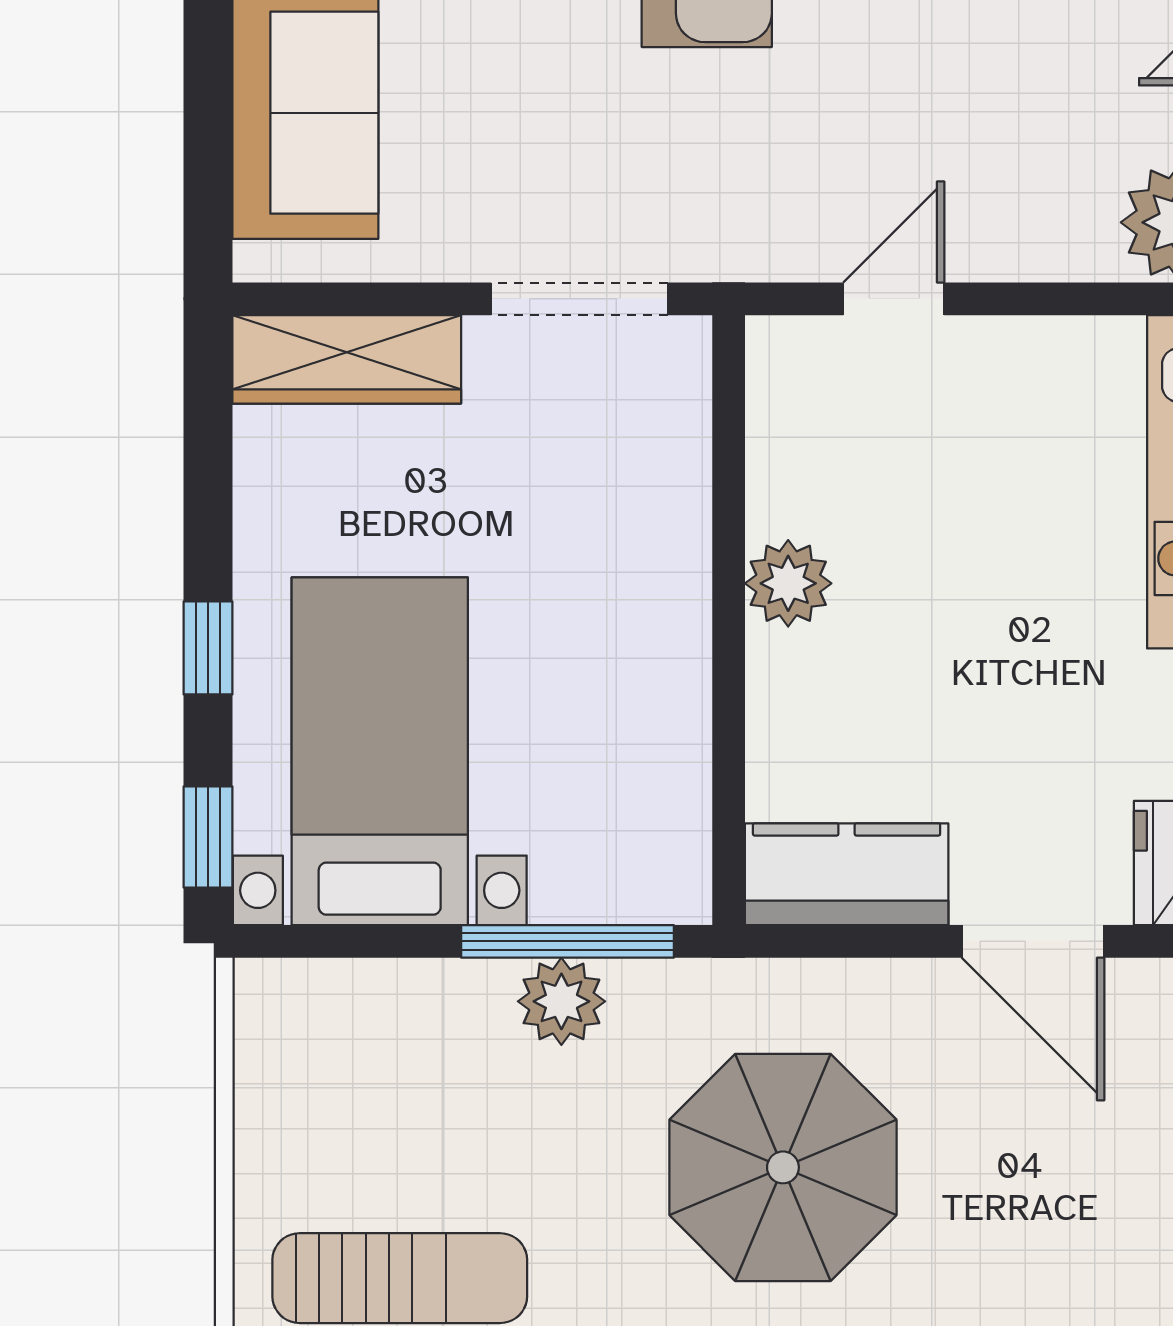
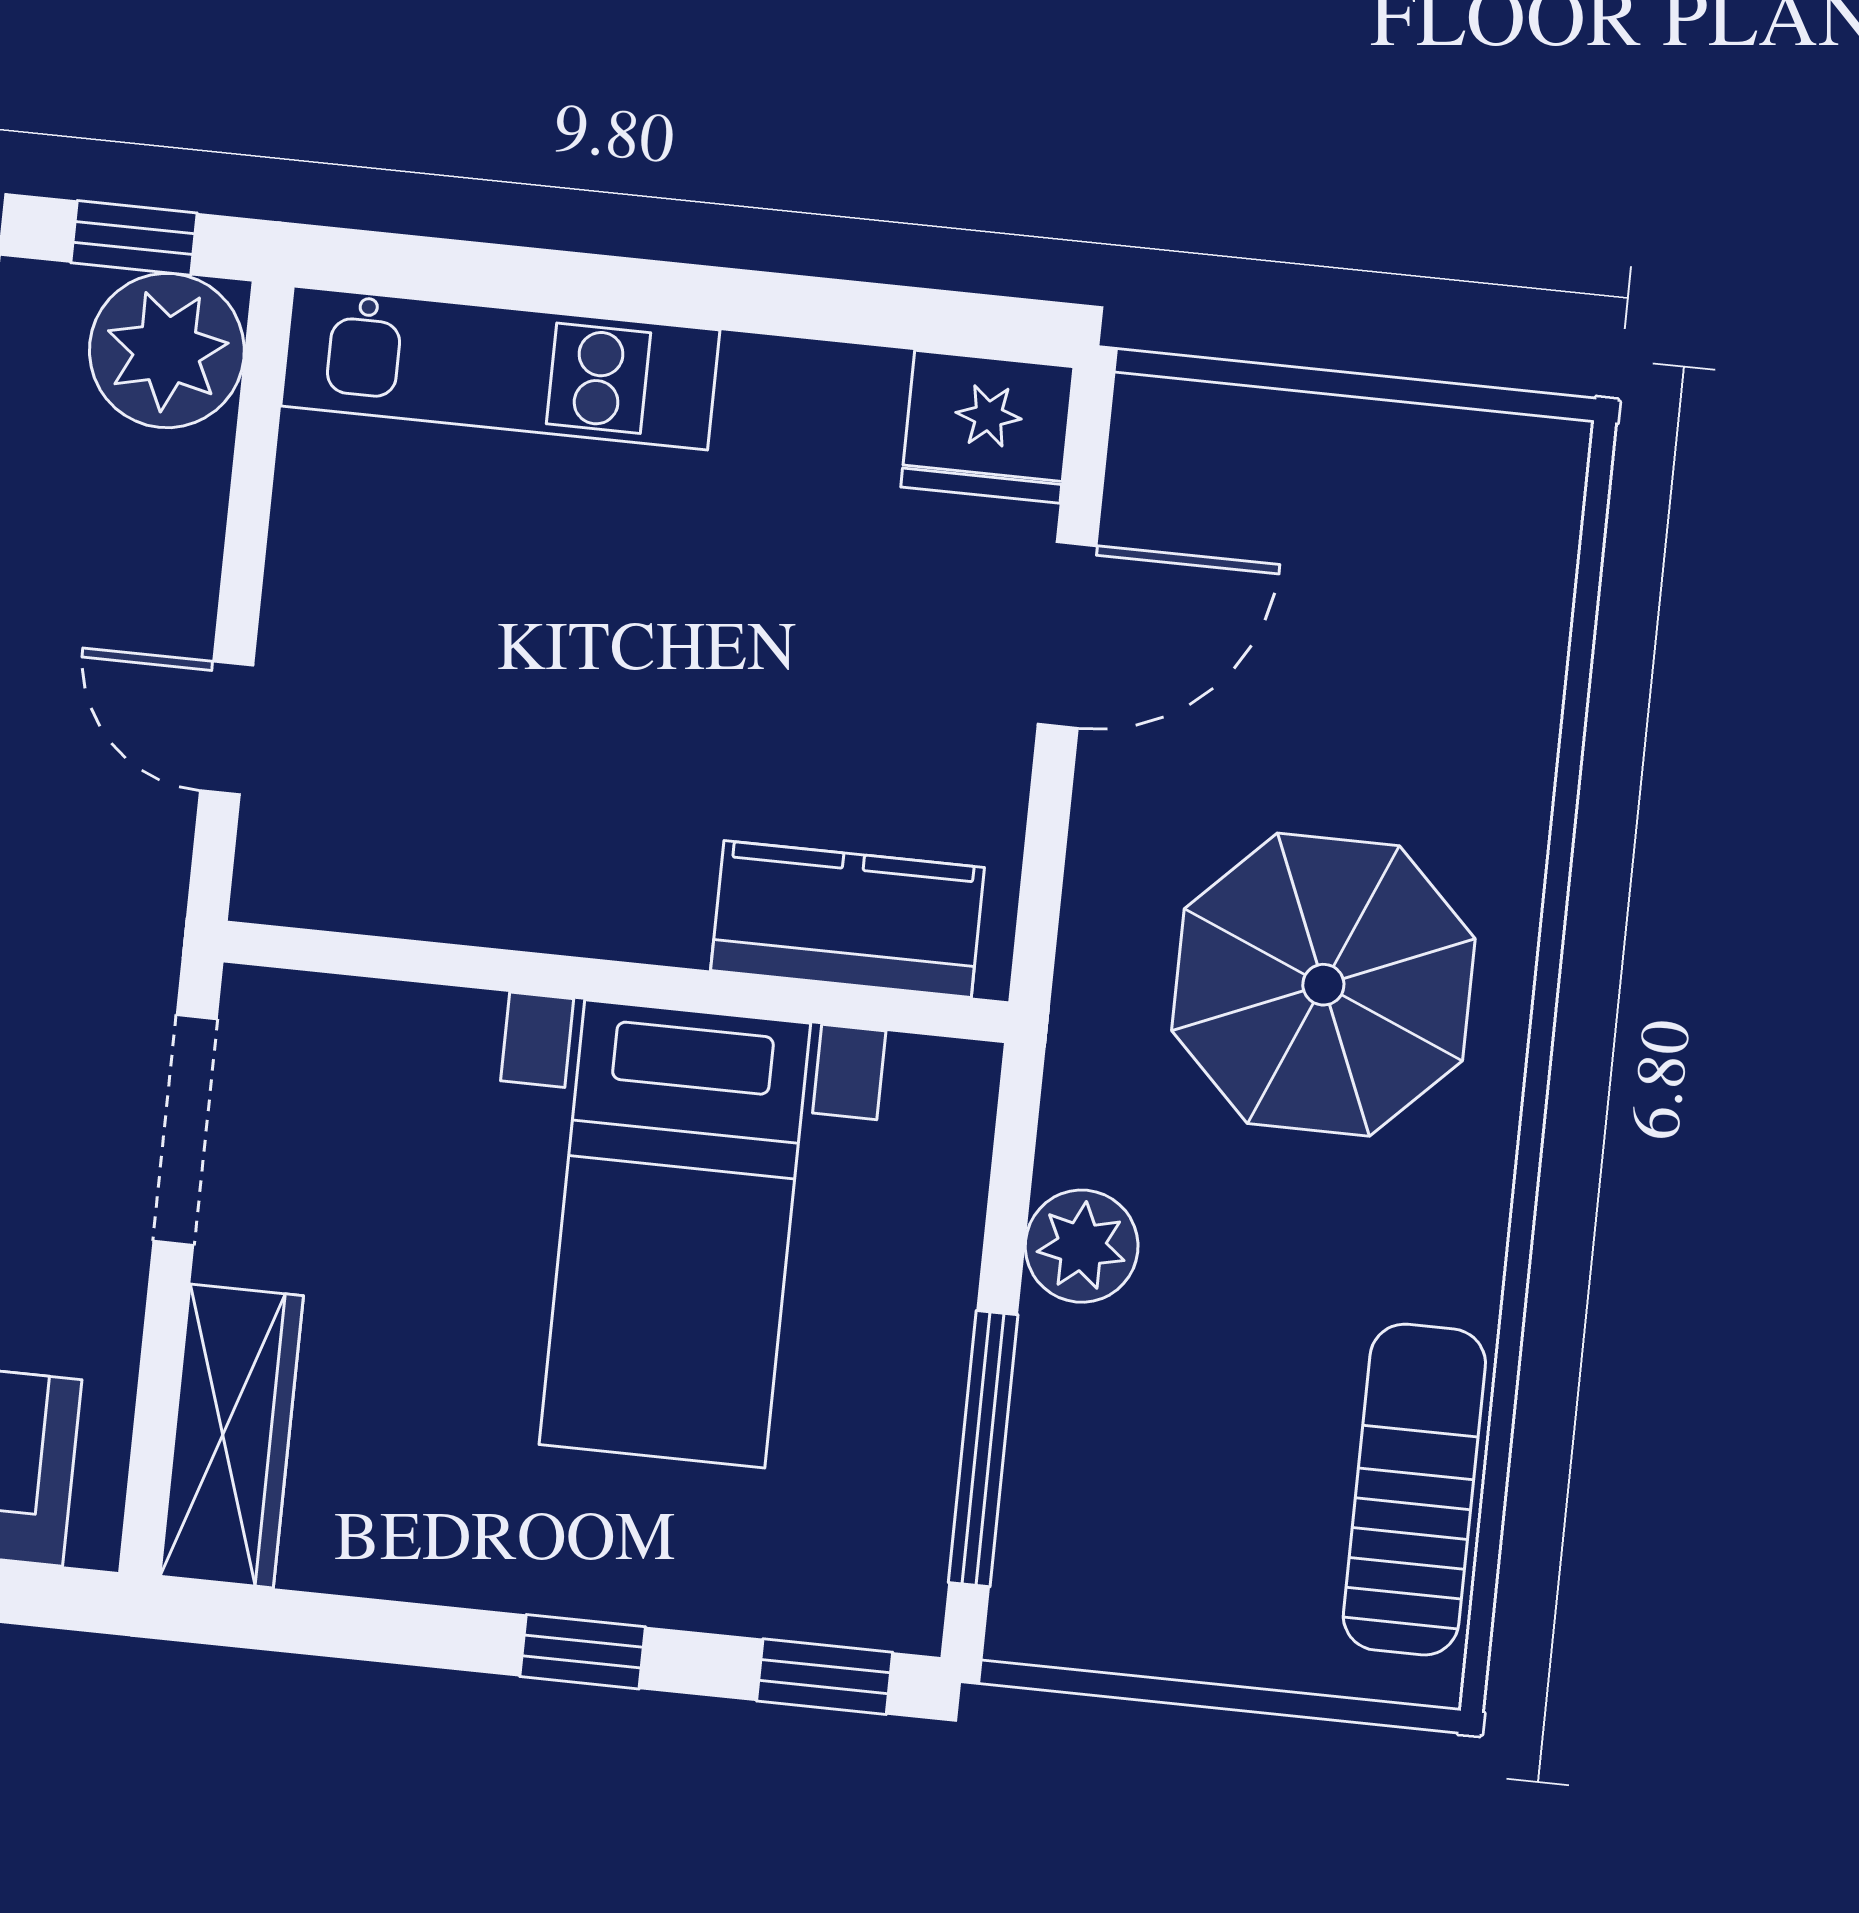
plant: (788, 583) -> (577, 901), removed
bed with nightstands: (380, 751) -> (675, 1234), moved, turned -90
kitchen counter: (847, 874) -> (848, 919), moved, turned 90
window: (568, 941) -> (983, 1449), moved

